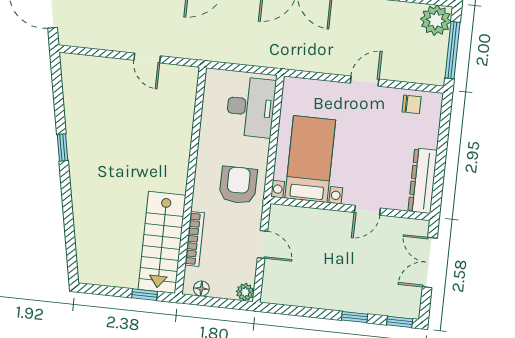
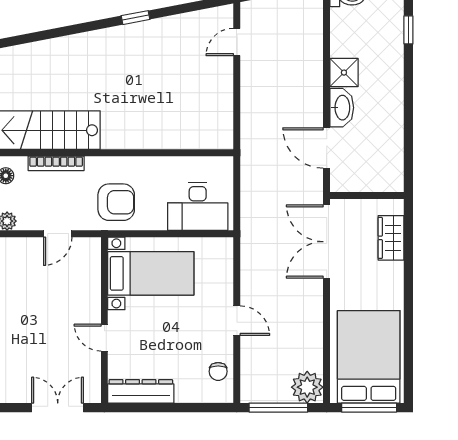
door: (147, 58) -> (237, 42), moved

